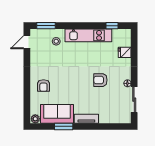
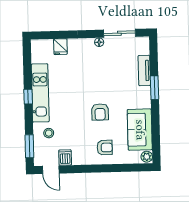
window: (112, 26) -> (28, 97), moved
dishwasher: (36, 54) -> (65, 158), added
armchair: (100, 80) -> (100, 112), moved
tv unit: (86, 119) -> (144, 70), moved
window: (64, 126) -> (155, 88), moved

